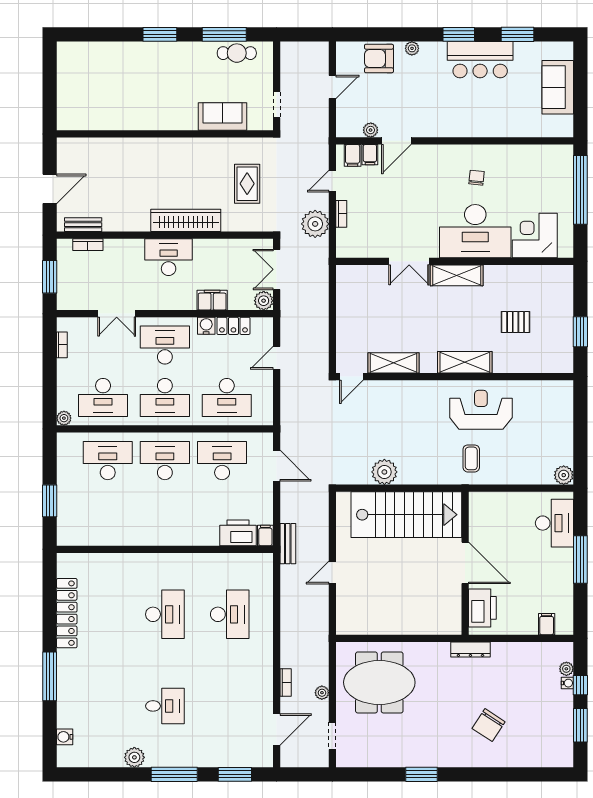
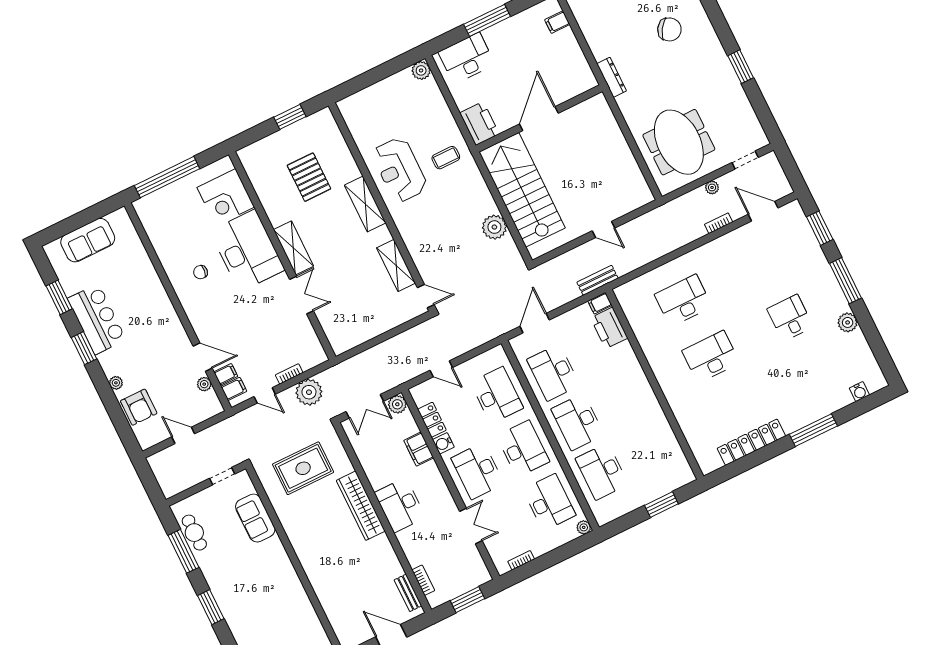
rug: (247, 184) -> (303, 468), width x1.36, depth x1.43
pallet: (516, 322) -> (309, 177), width x1.50, depth x1.42
printer: (482, 608) -> (480, 123), moved, turned 90

